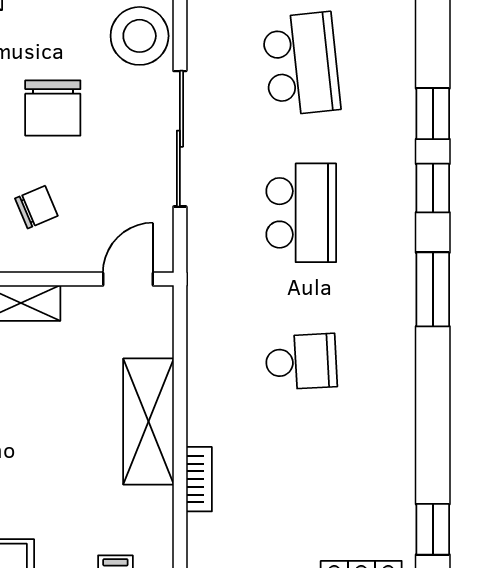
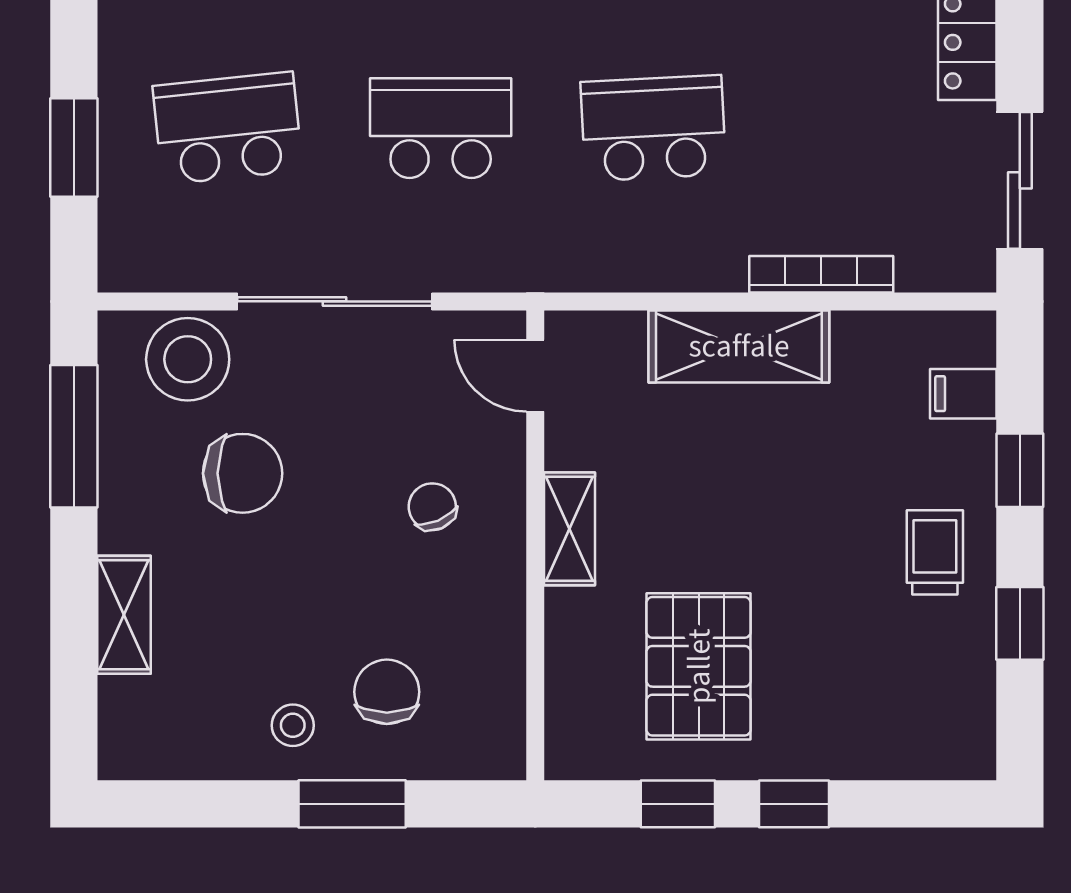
chair: (53, 108) -> (243, 473), moved
school desk: (301, 362) -> (653, 128), width x1.85
bookcase: (199, 479) -> (821, 274), width x1.56

